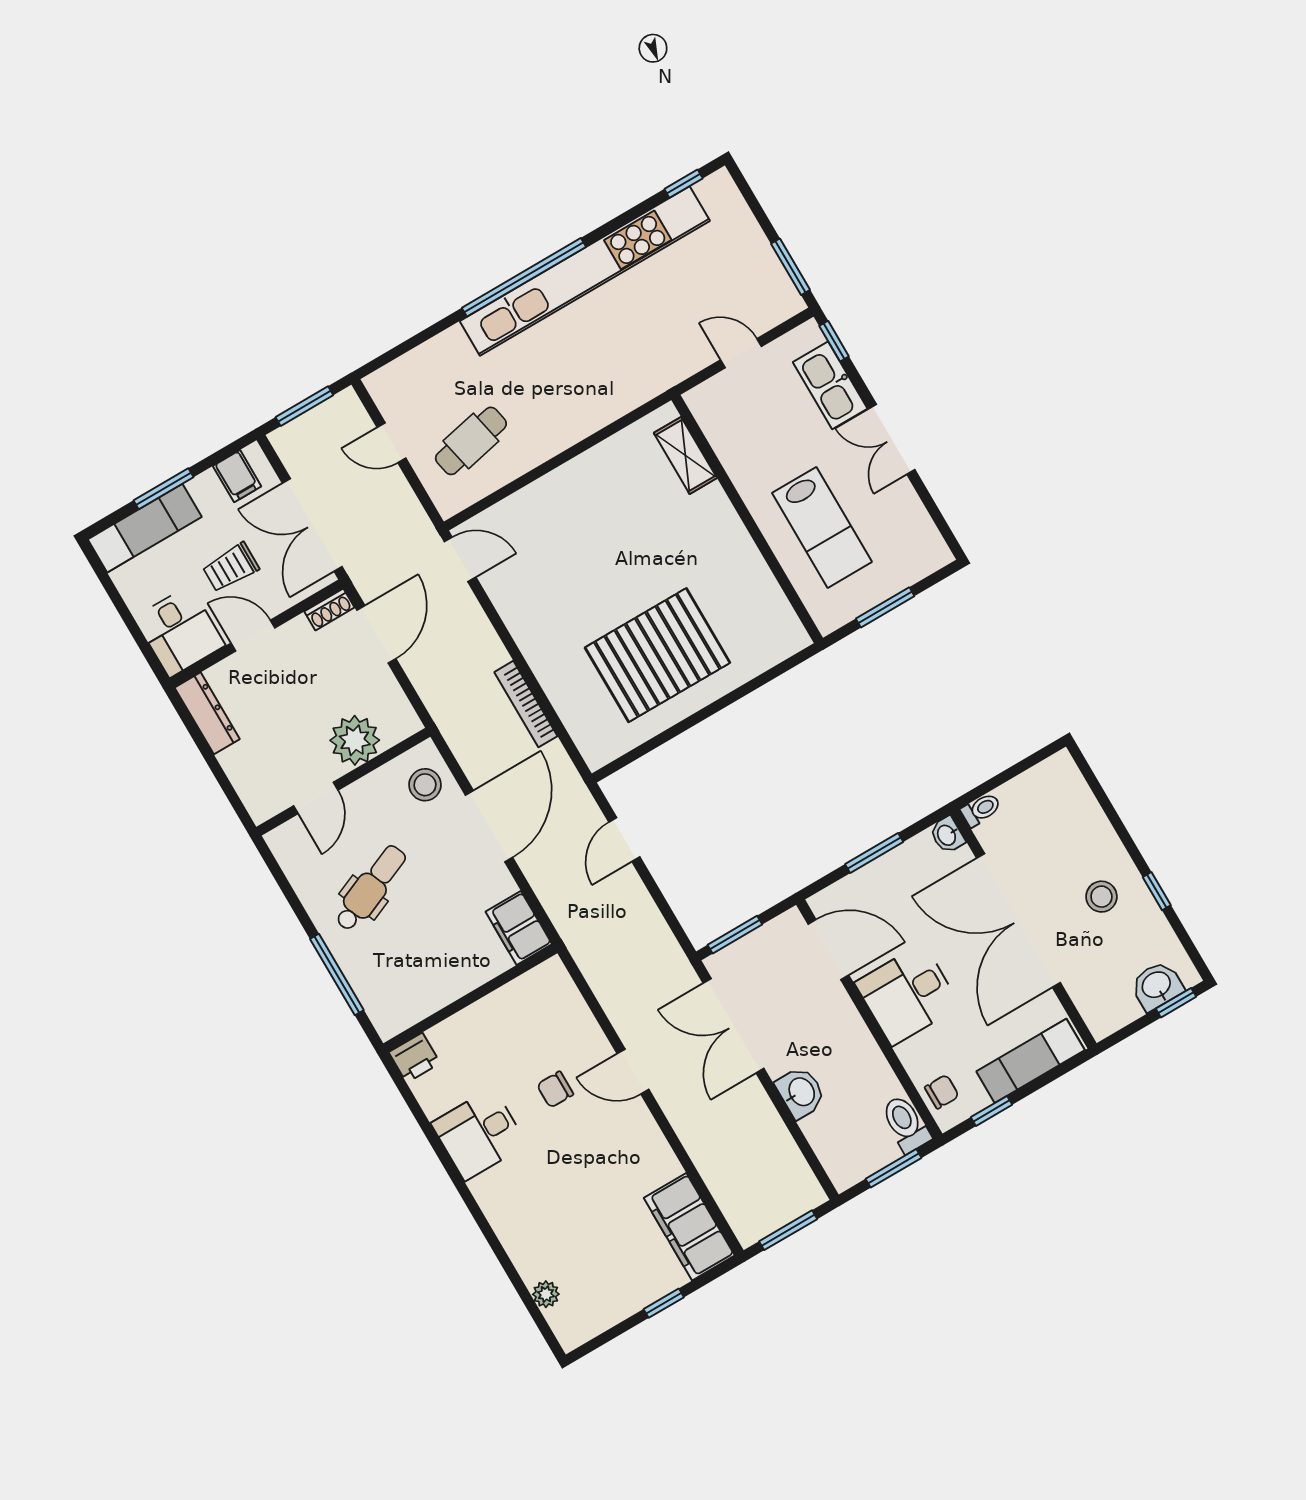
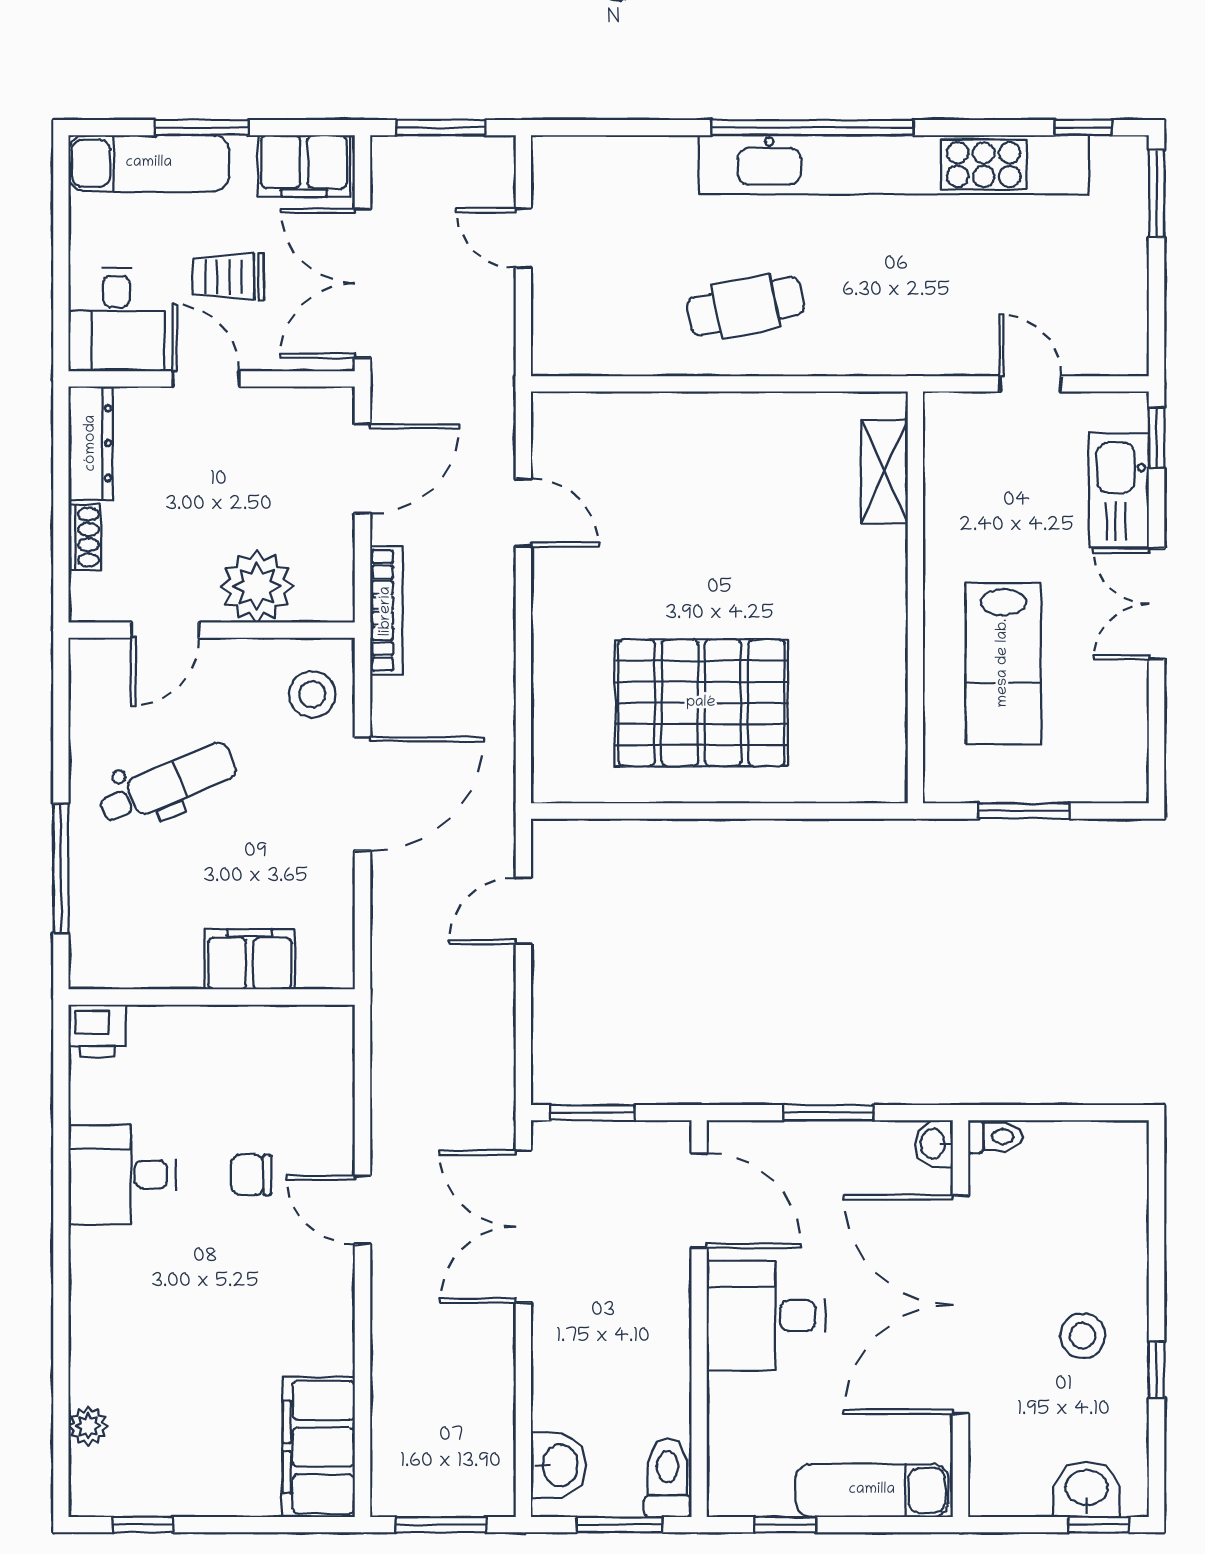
window: (790, 267) -> (1157, 194), moved
cafe table: (471, 441) -> (746, 306), moved
filing cabinet: (237, 476) -> (304, 166), width x2.00
door: (460, 559) -> (523, 513), moved
shoe rack: (329, 609) -> (85, 537), moved, turned -90
bookcase: (526, 704) -> (386, 611), moved, turned 180
filing cabinet: (519, 928) -> (250, 959), moved, turned 90
washbasin: (801, 1092) -> (559, 1465), moved
chair: (942, 1092) -> (737, 1464), removed
window: (664, 1303) -> (143, 1525), moved

